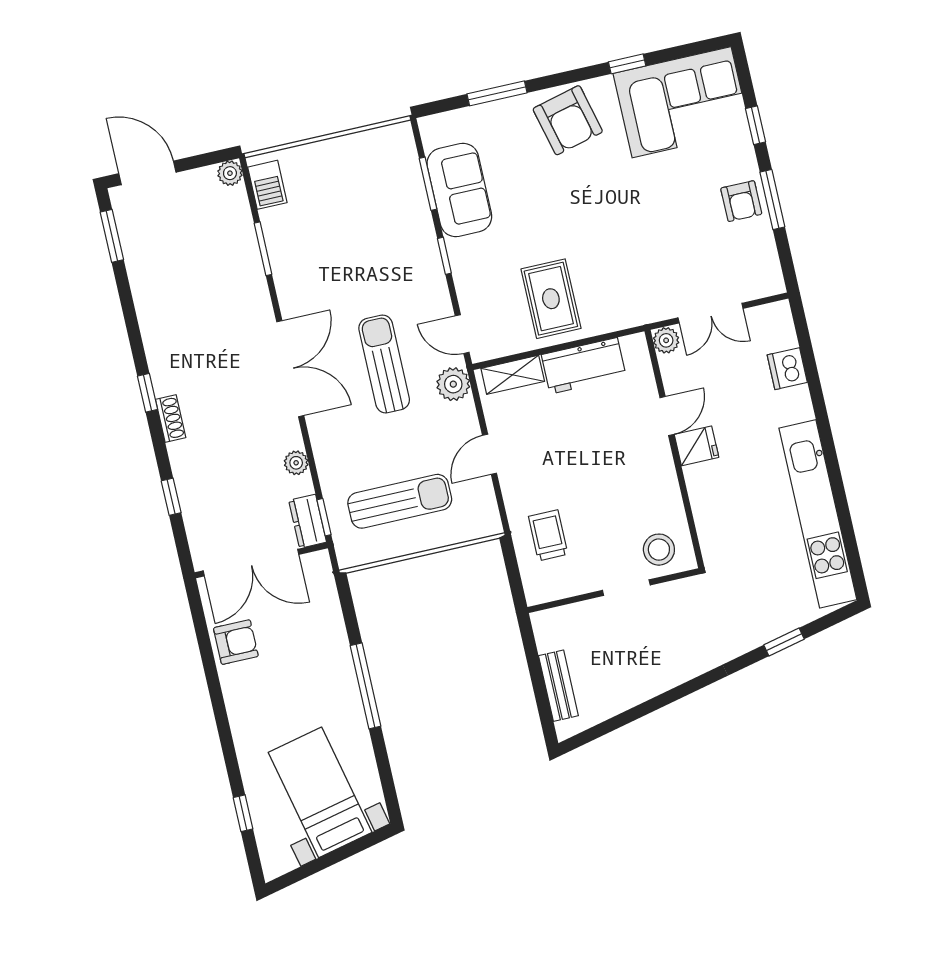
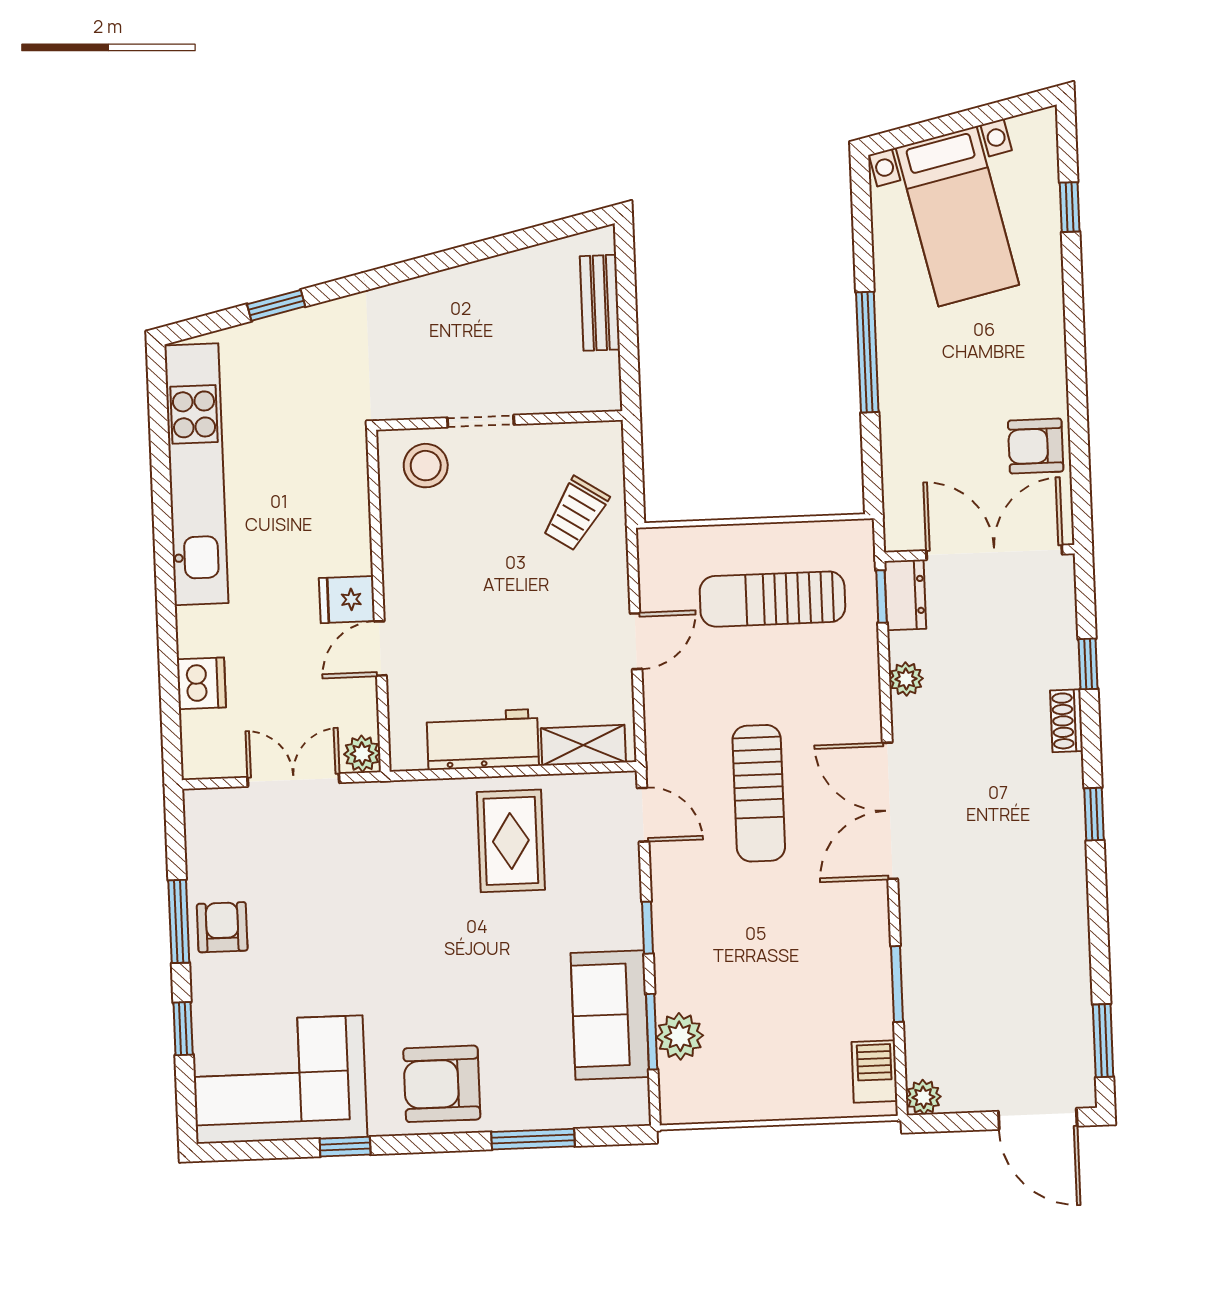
armchair: (568, 120) -> (442, 1084), turned -76
plant: (453, 384) -> (680, 1036), moved
shoe rack: (171, 418) -> (1067, 721), moved
trolley: (548, 535) -> (576, 514), turned 33

